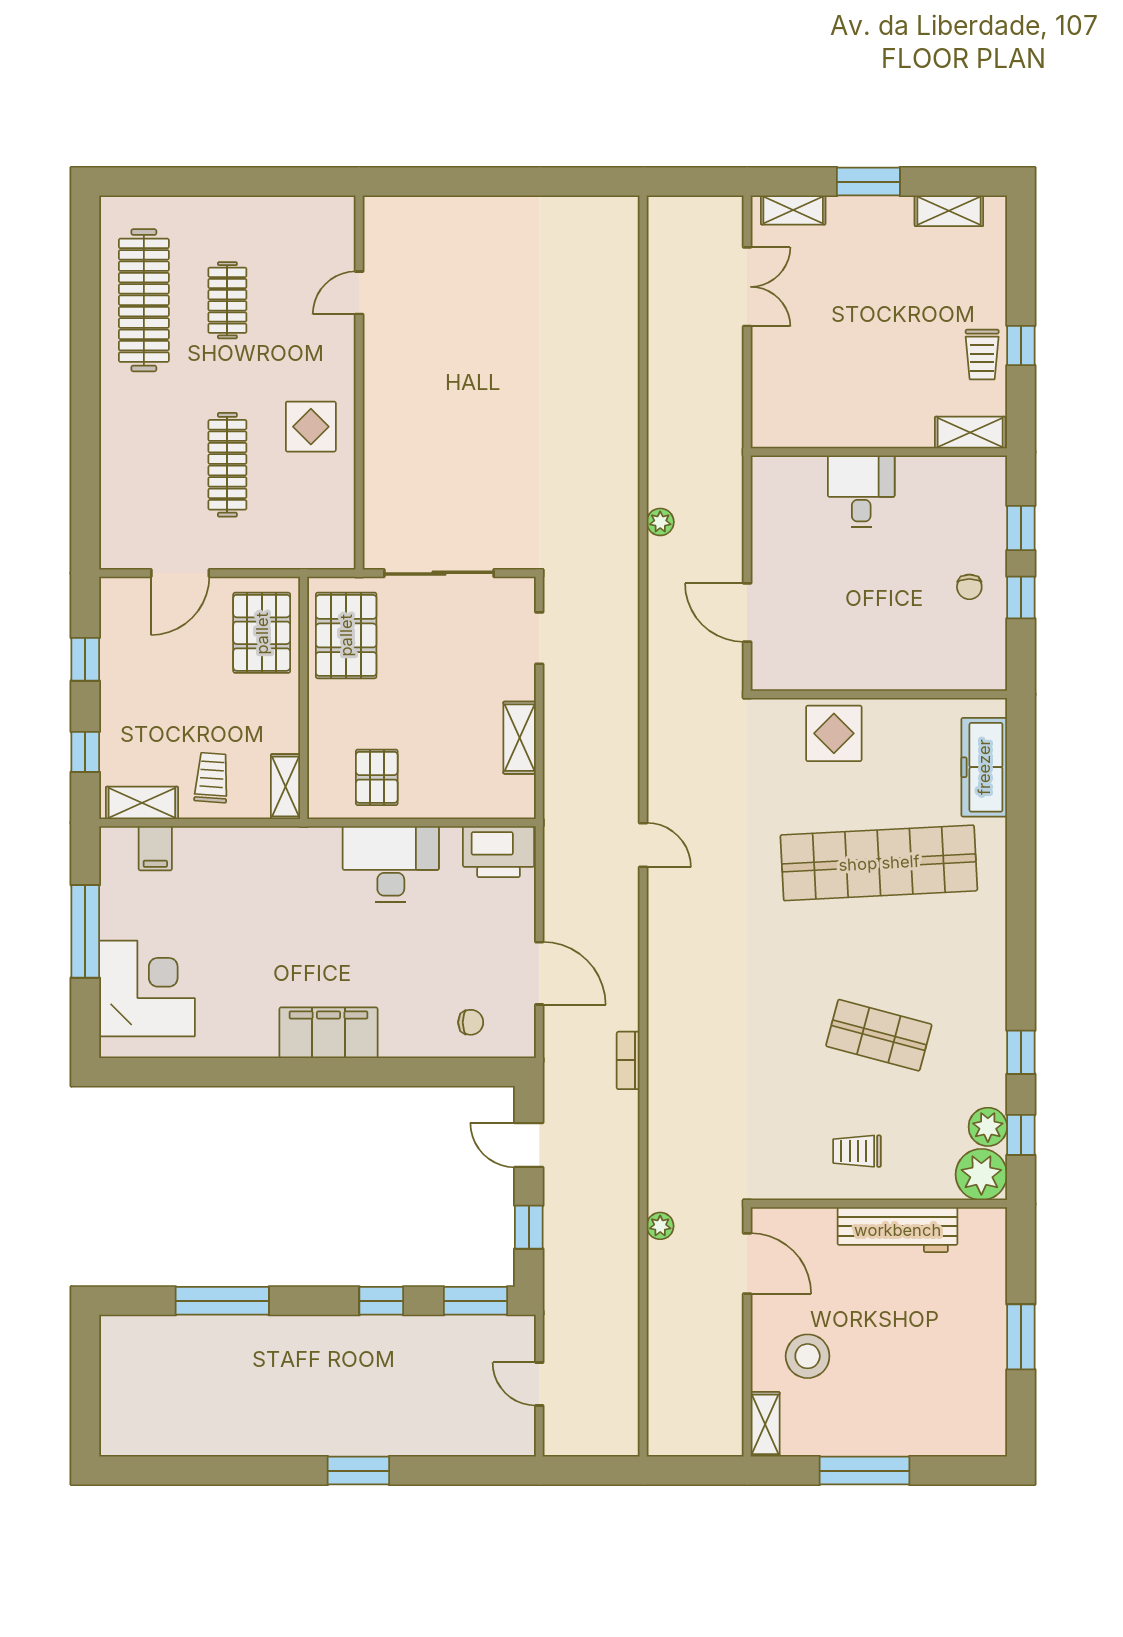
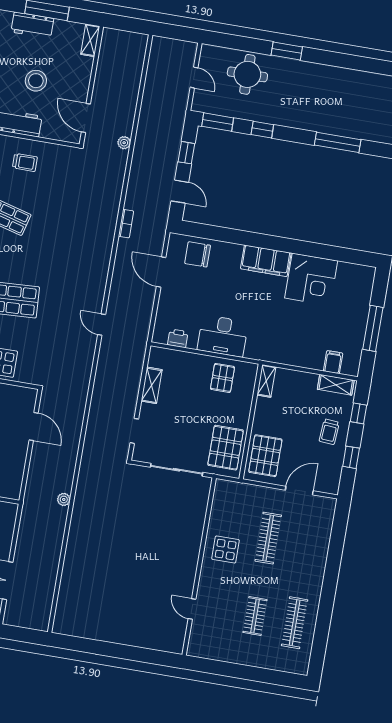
door: (359, 293) -> (192, 609), swing flipped
clothes rail: (144, 300) -> (295, 623), width x0.73, depth x0.76
plant: (660, 522) -> (64, 499), moved
trolley: (212, 778) -> (329, 432), moved
printer: (499, 852) -> (178, 338), width x0.53, depth x0.68
corner desk: (147, 989) -> (311, 279), moved, turned -90
chair: (471, 1022) -> (198, 254), width x1.87, depth x1.87
stool: (808, 1356) -> (36, 81), moved
round table: (431, 1409) -> (247, 74), added
workbench: (889, 1435) -> (32, 25), added

